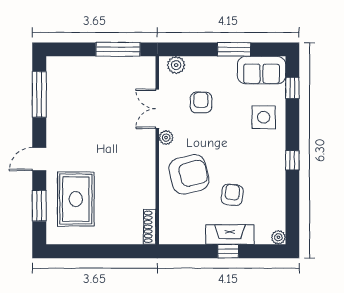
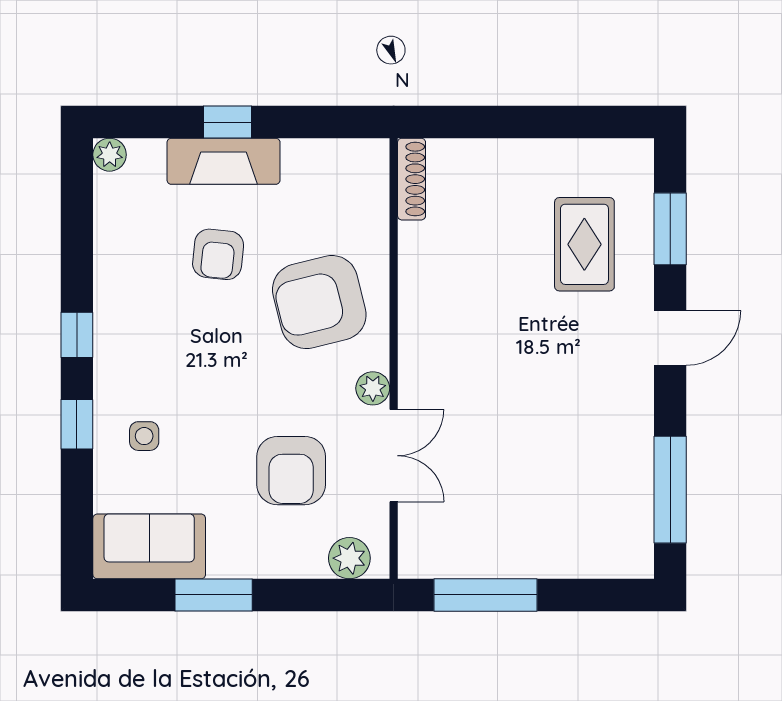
window: (292, 88) -> (77, 424), moved
armchair: (201, 102) -> (291, 471), width x1.38, depth x1.38
side table: (264, 117) -> (144, 436), width x0.54, depth x0.54
rug: (76, 199) -> (584, 244), width x0.73, depth x0.70

